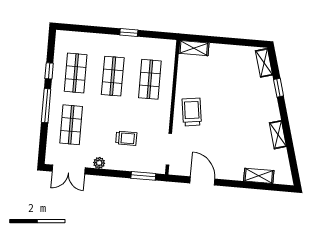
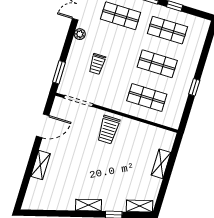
shelving: (194, 48) -> (161, 164), moved
trolley: (192, 112) -> (108, 130), turned 98
shelving: (278, 135) -> (88, 205), moved
shelving: (259, 176) -> (41, 165), moved

